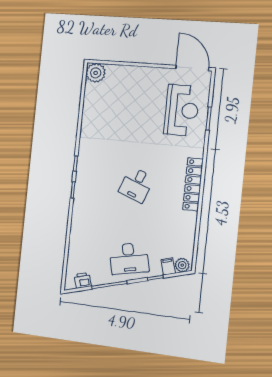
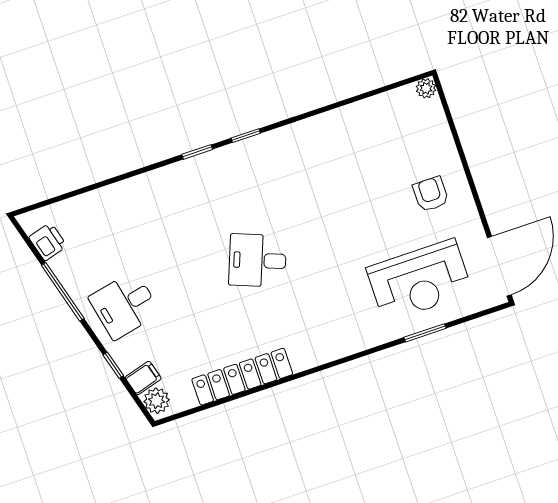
plant: (96, 73) -> (426, 88), width x0.53, depth x0.53
armchair: (142, 87) -> (431, 194), added
locker: (193, 184) -> (242, 377), moved
desk: (129, 259) -> (124, 305), width x0.73

